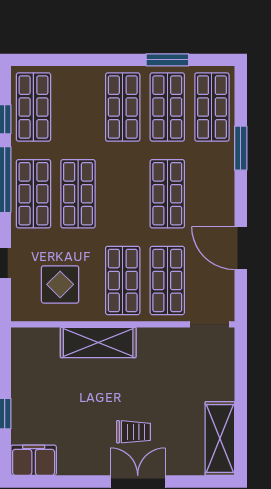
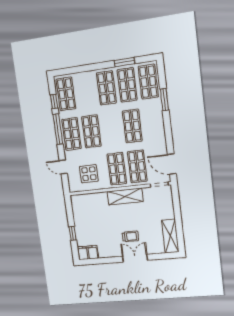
door: (241, 248) -> (172, 164), moved
shelving: (98, 342) -> (125, 196), moved

